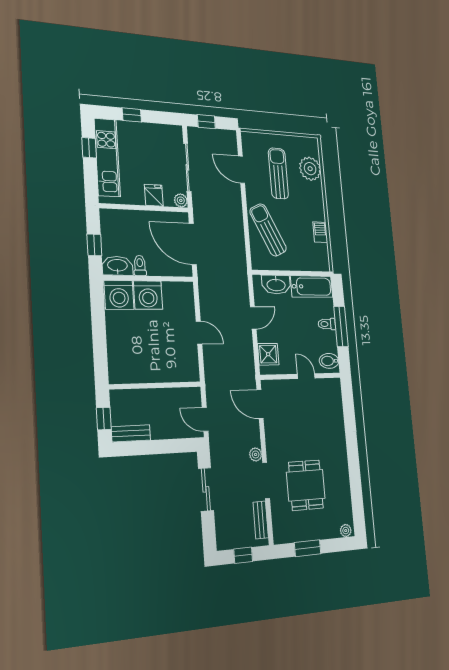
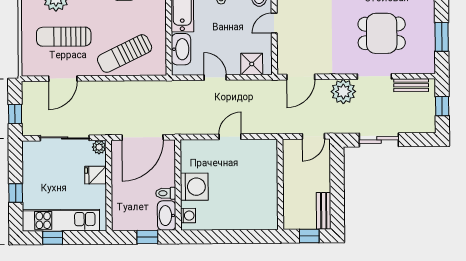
washing machine: (119, 295) -> (188, 216), width x0.53, depth x0.53
plant: (256, 454) -> (343, 92), width x1.88, depth x1.88

